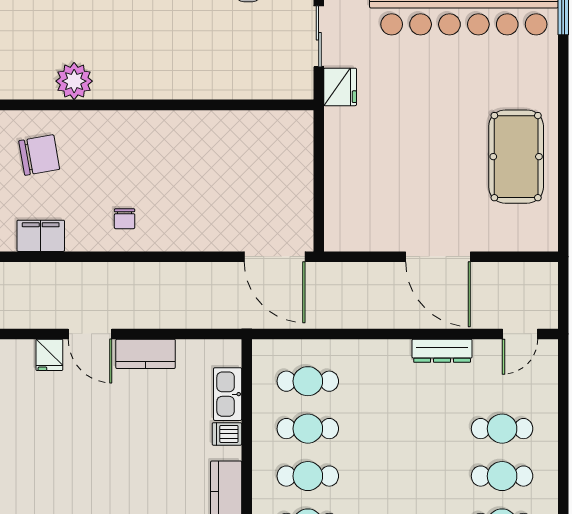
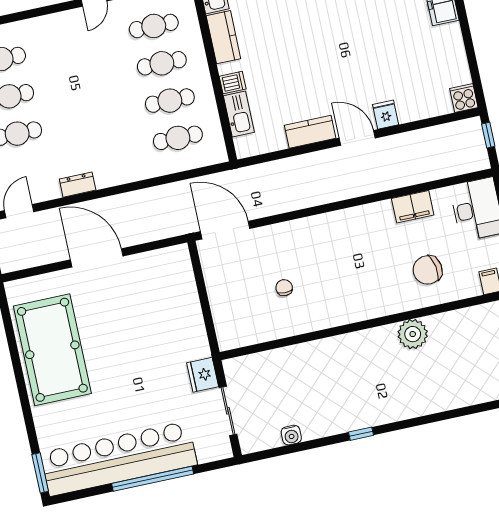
pool table: (516, 157) -> (52, 350), width x1.36, depth x1.32
chair: (125, 219) -> (284, 288), moved
dresser: (442, 351) -> (78, 185), width x0.70

